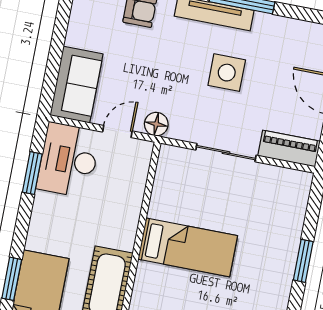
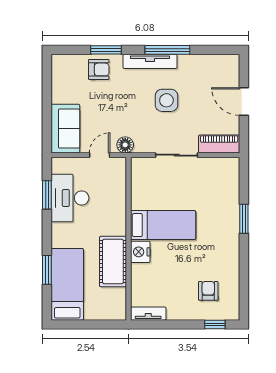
desk: (68, 160) -> (70, 198), moved
nightstand: (148, 279) -> (140, 252), added

